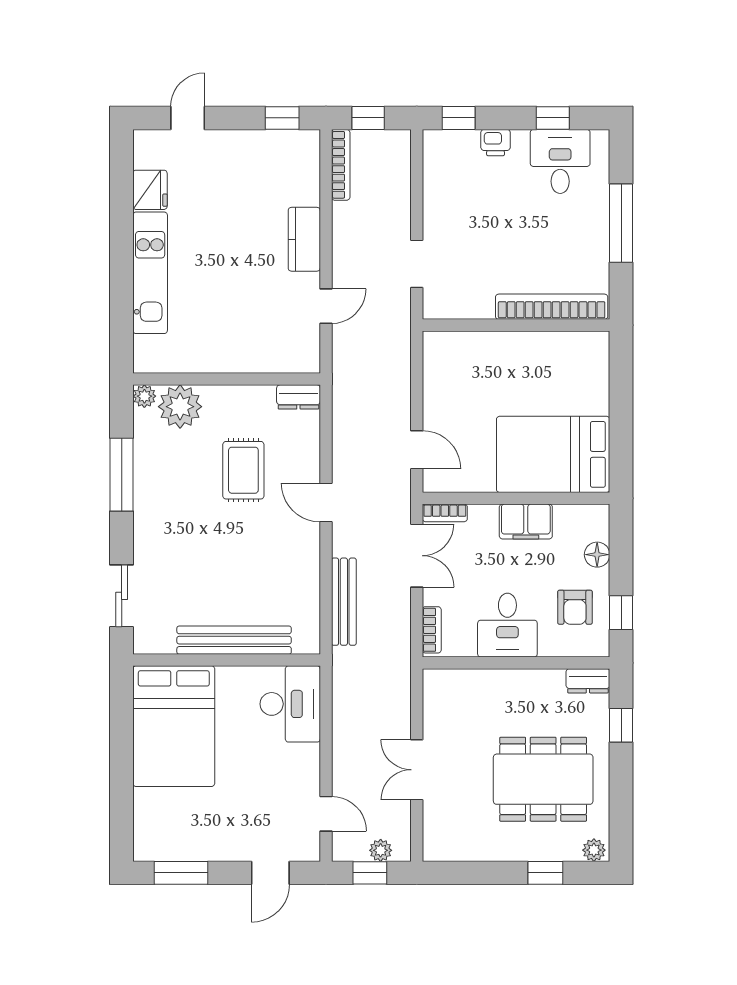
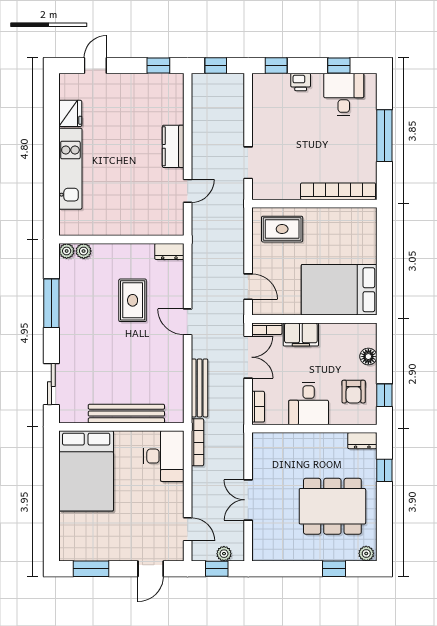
bookcase: (341, 165) -> (197, 442), moved
rug: (468, 363) -> (282, 229), added
plant: (180, 407) -> (84, 251), width x0.53, depth x0.53
filing cabinet: (526, 522) -> (301, 334), moved

